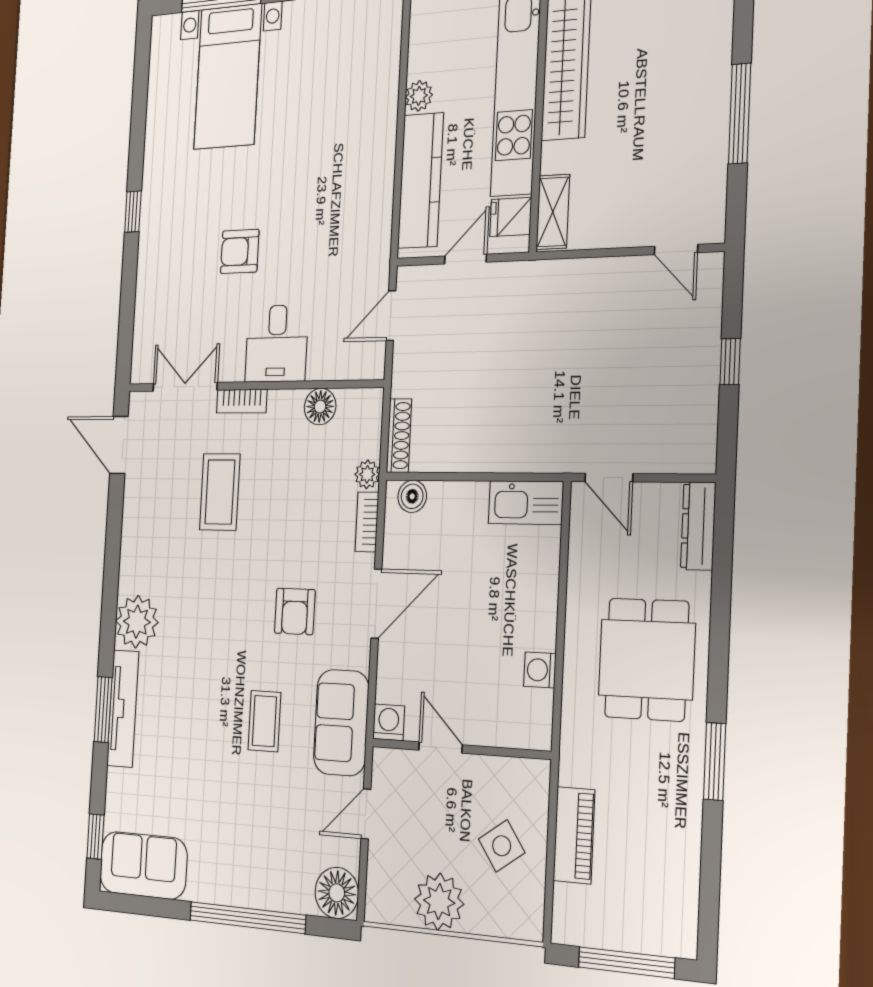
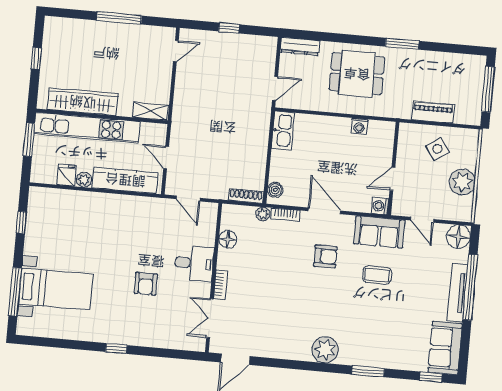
fridge: (511, 217) -> (67, 175), moved, turned 180
coffee table: (220, 492) -> (264, 298), removed
tv unit: (123, 709) -> (457, 293), moved, turned -90

